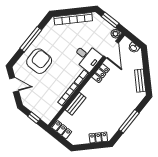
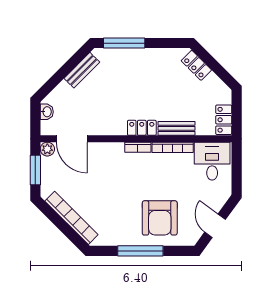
door: (111, 49) -> (72, 139), swing flipped
desk: (87, 57) -> (212, 161), moved
armchair: (39, 61) -> (160, 218), turned -90
locker: (101, 73) -> (142, 128), moved
window: (34, 118) -> (237, 167), removed
window: (129, 121) -> (124, 43), moved

